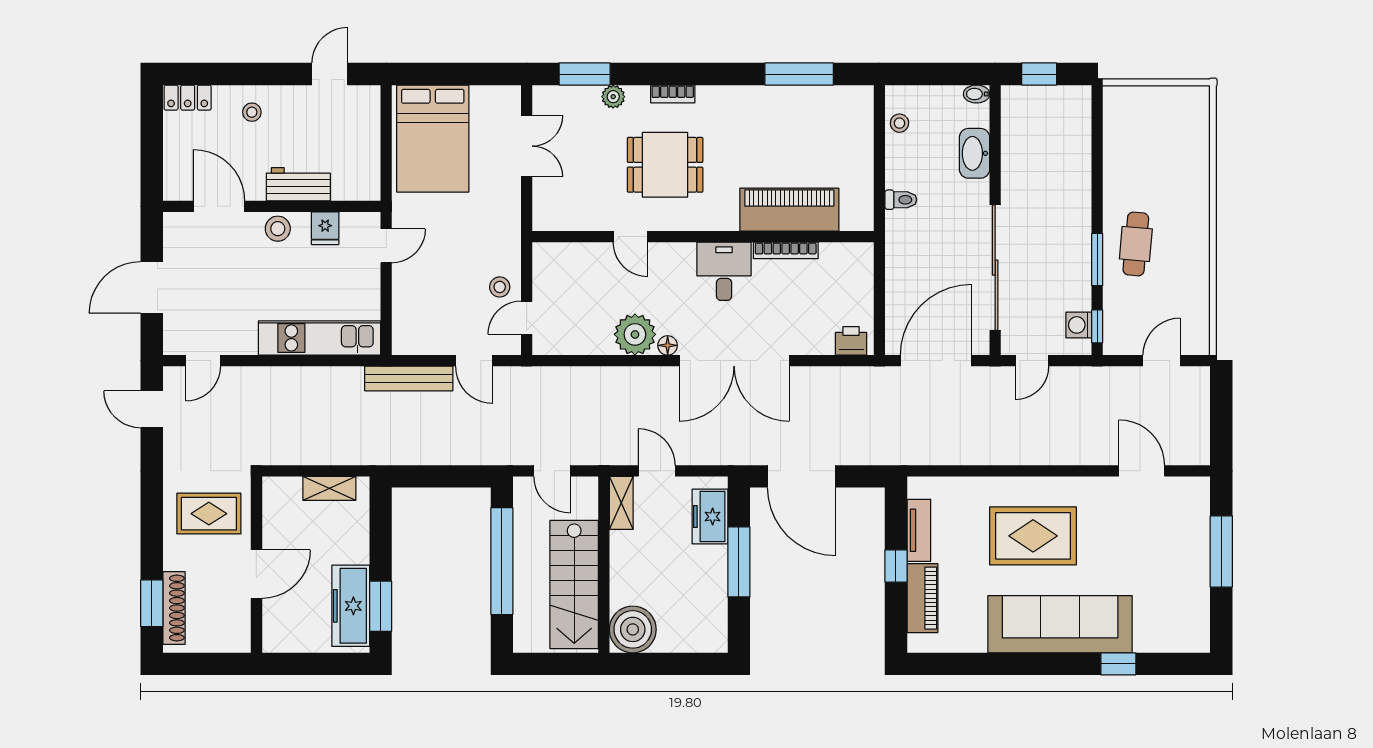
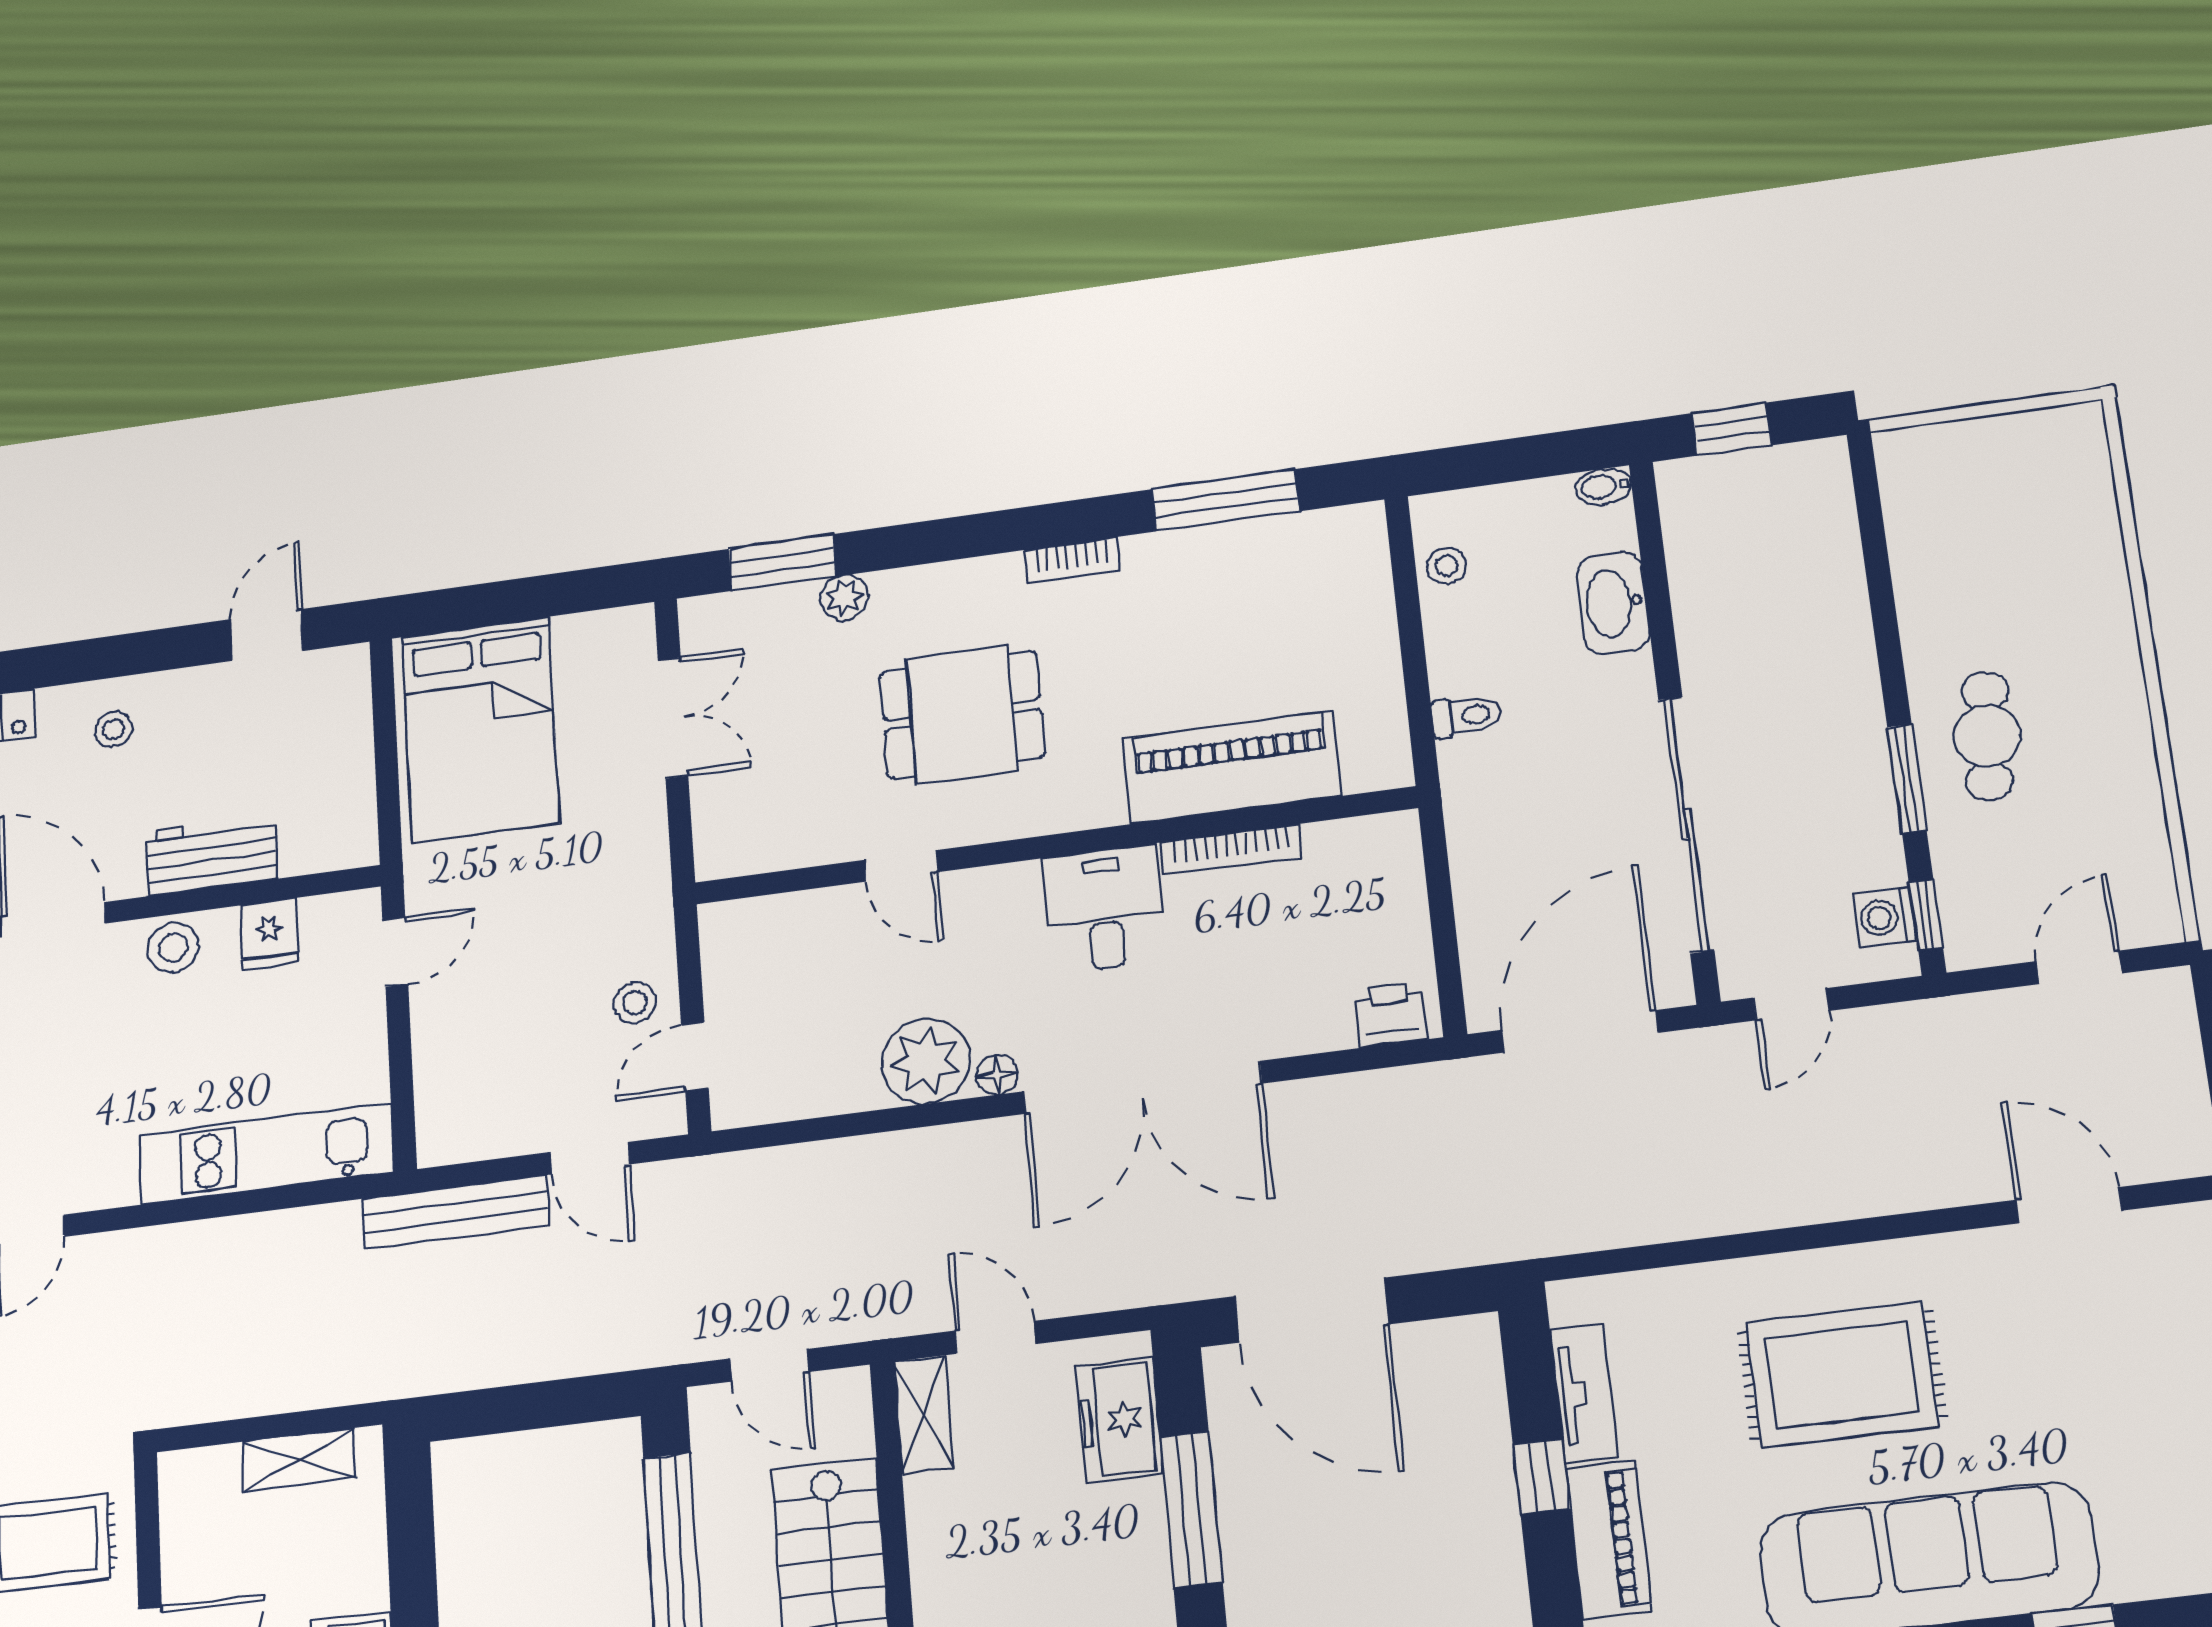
bookcase: (673, 94) -> (1072, 561), moved

